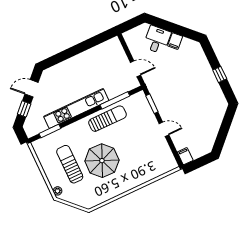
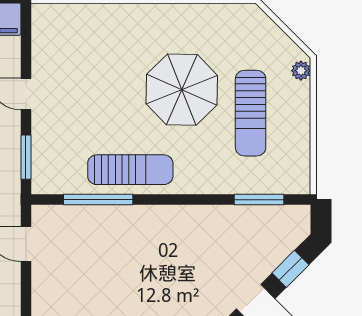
kitchen unit: (76, 108) -> (184, 220), removed
sun lounger: (107, 119) -> (130, 170), turned 180

